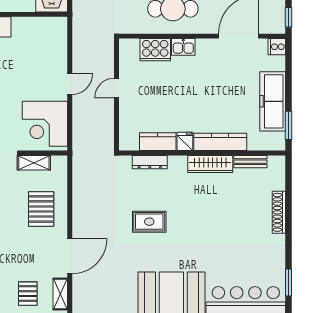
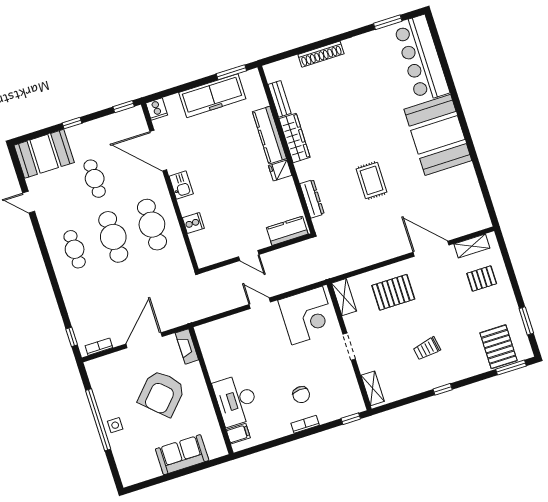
kitchen sink: (183, 47) -> (181, 185), moved
cooker: (155, 50) -> (193, 223), width x0.53, depth x0.76
kitchen counter: (158, 142) -> (287, 231), moved, turned 90
shelving: (34, 163) -> (344, 297), moved

